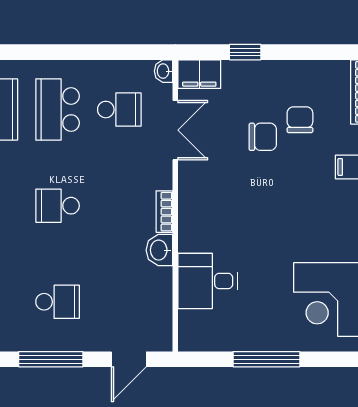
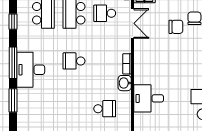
school desk: (119, 110) -> (105, 13), turned 180
school desk: (58, 302) -> (105, 109), moved

